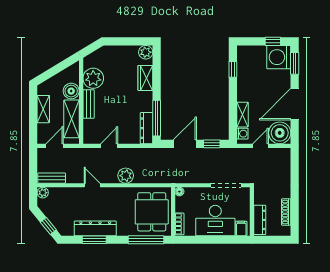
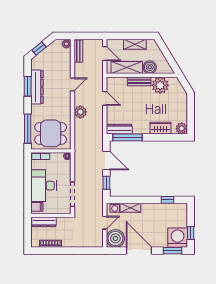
door: (261, 146) -> (105, 223), hinge flipped

